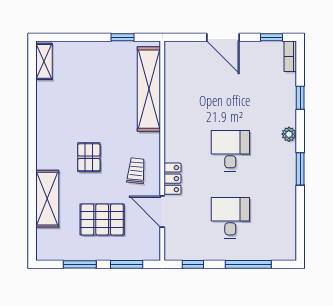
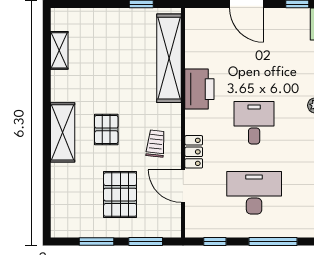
shelving: (44, 61) -> (59, 50), moved
printer: (178, 119) -> (199, 89), added
shelving: (47, 199) -> (63, 132), moved
desk: (230, 218) -> (254, 193), width x1.37
pallet: (102, 219) -> (120, 195), turned 90

